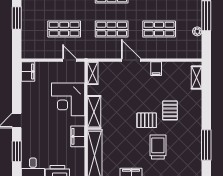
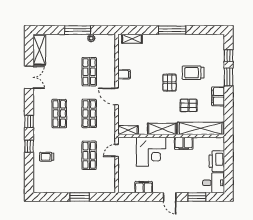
door: (131, 60) -> (117, 96), hinge flipped
filing cabinet: (28, 71) -> (144, 187), moved
pallet: (170, 110) -> (189, 105), moved
window: (206, 145) -> (172, 30), moved

